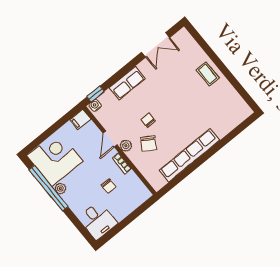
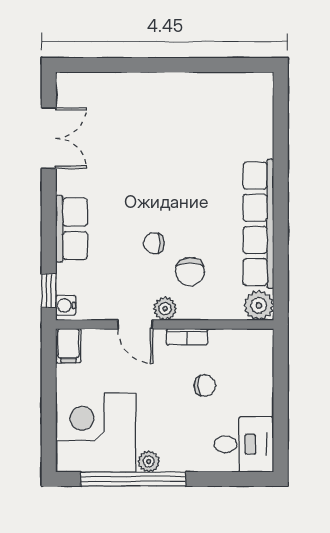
coffee table: (208, 74) -> (158, 95), removed
chair: (149, 144) -> (190, 272), turned 58
plant: (157, 182) -> (259, 305), added

